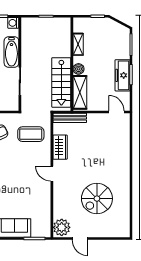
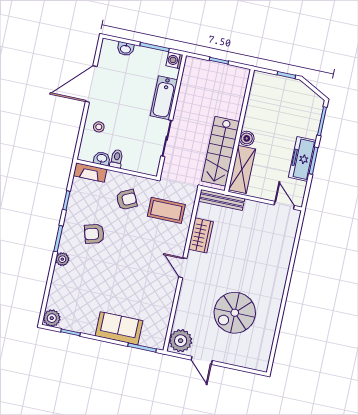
shelving: (78, 44) -> (253, 106), removed

